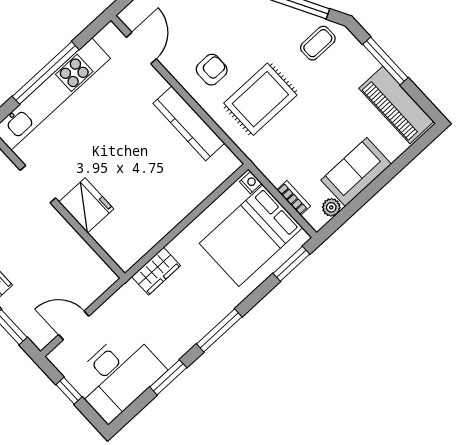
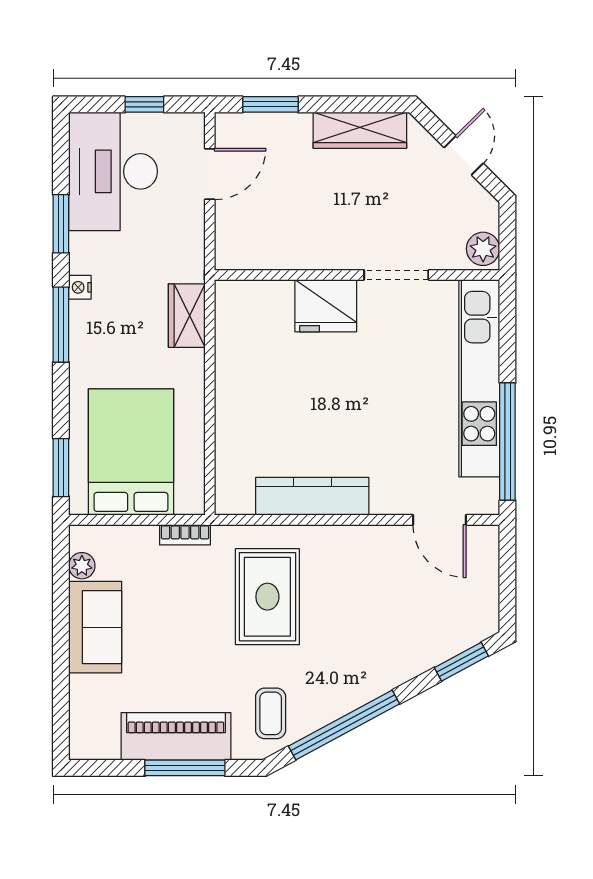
armchair: (212, 70) -> (347, 574), removed
window: (46, 73) -> (507, 442), moved
piano: (396, 105) -> (176, 736), moved
nightstand: (251, 183) -> (80, 287), moved, turned 90
bookcase: (294, 198) -> (185, 535), moved

